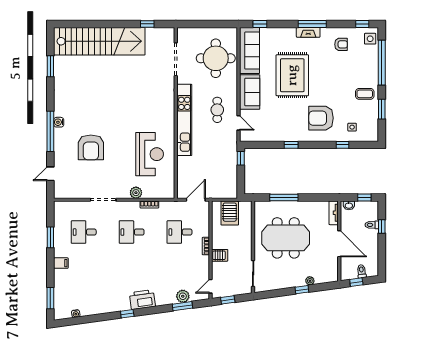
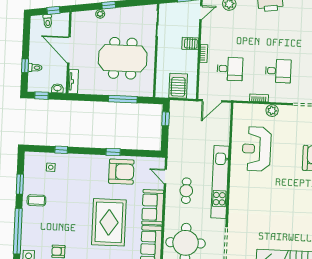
armchair: (321, 118) -> (121, 172), moved
window: (241, 158) -> (166, 119), moved

